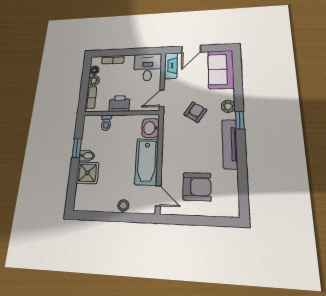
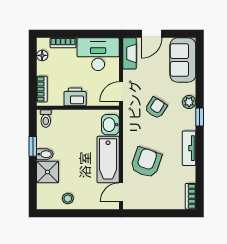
desk: (148, 67) -> (98, 54), width x1.37
plant: (94, 81) -> (43, 69), removed
toilet: (106, 123) -> (46, 119), moved
tv unit: (230, 144) -> (189, 148), width x0.71
armchair: (197, 187) -> (146, 162), moved, turned -71
door: (158, 196) -> (121, 192), swing flipped
bookcase: (233, 203) -> (191, 196), added
stool: (123, 205) -> (68, 199), moved

